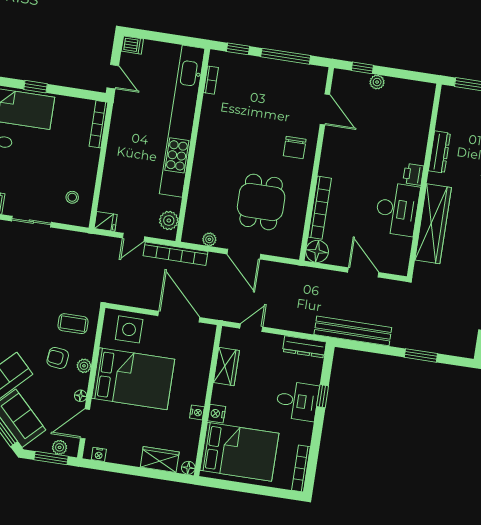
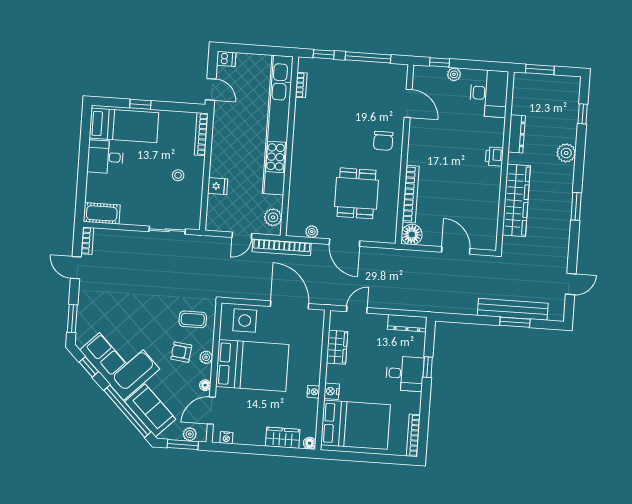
stool: (72, 197) -> (178, 175), moved
desk: (397, 209) -> (489, 93), moved
fridge: (106, 221) -> (218, 186), moved
sliding door: (31, 222) -> (167, 230), moved
bench: (353, 331) -> (513, 309), moved

